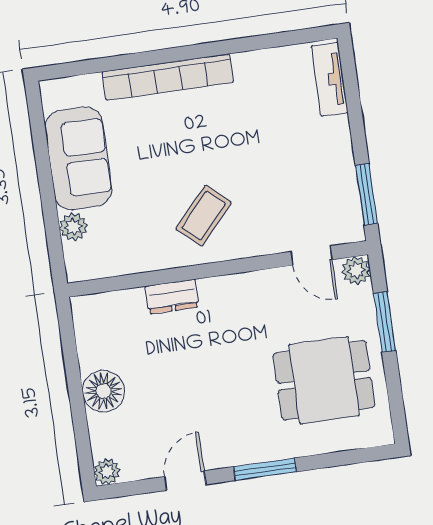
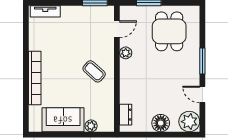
plant: (356, 270) -> (126, 53), moved
dresser: (172, 297) -> (126, 115), moved
plant: (107, 472) -> (189, 122), width x1.87, depth x1.87

